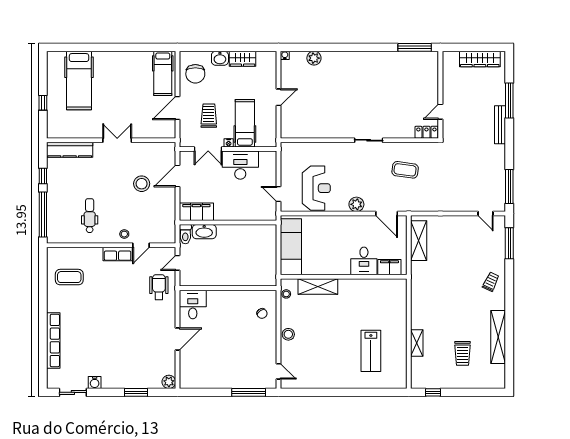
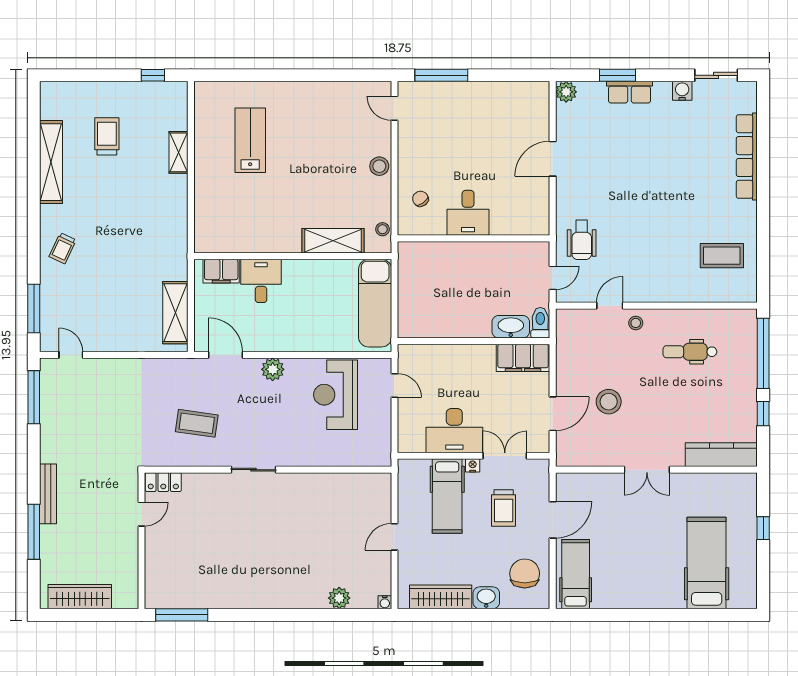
wardrobe: (243, 59) -> (441, 597), width x1.50
dental chair: (90, 216) -> (690, 352), turned 90
row of seats: (118, 254) -> (629, 92), moved, turned 180
desk: (193, 304) -> (468, 213), moved

